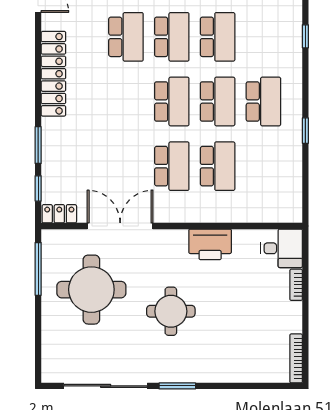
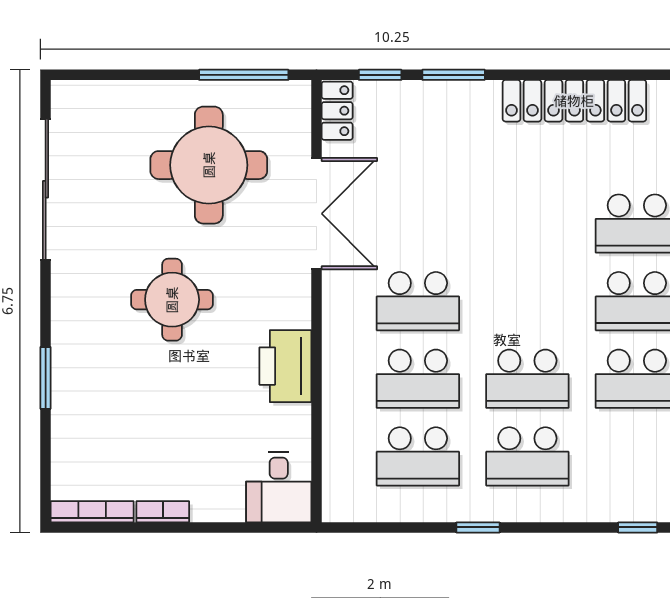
school desk: (172, 101) -> (418, 456), moved
bookcase: (296, 285) -> (163, 512), moved
window: (177, 386) -> (46, 378), moved

